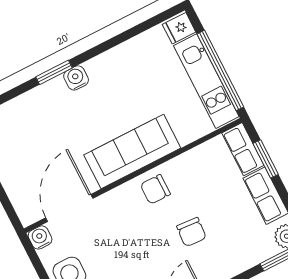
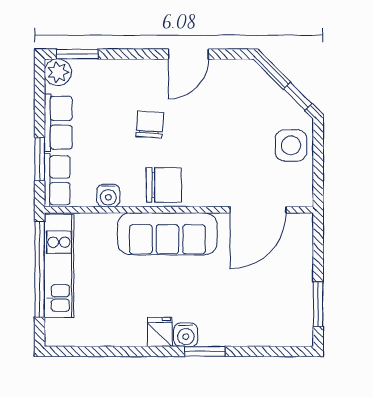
fridge: (179, 28) -> (160, 332), moved, turned -90
chair: (155, 189) -> (164, 185), width x1.37, depth x1.37
water cooler: (40, 237) -> (108, 196), moved

